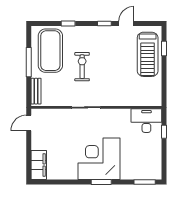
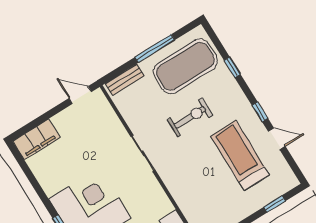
treadmill: (148, 54) -> (240, 156), moved, turned 90

